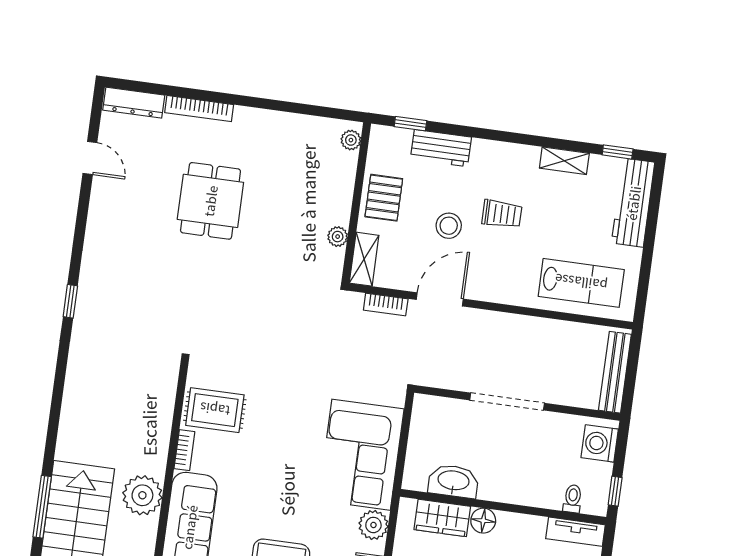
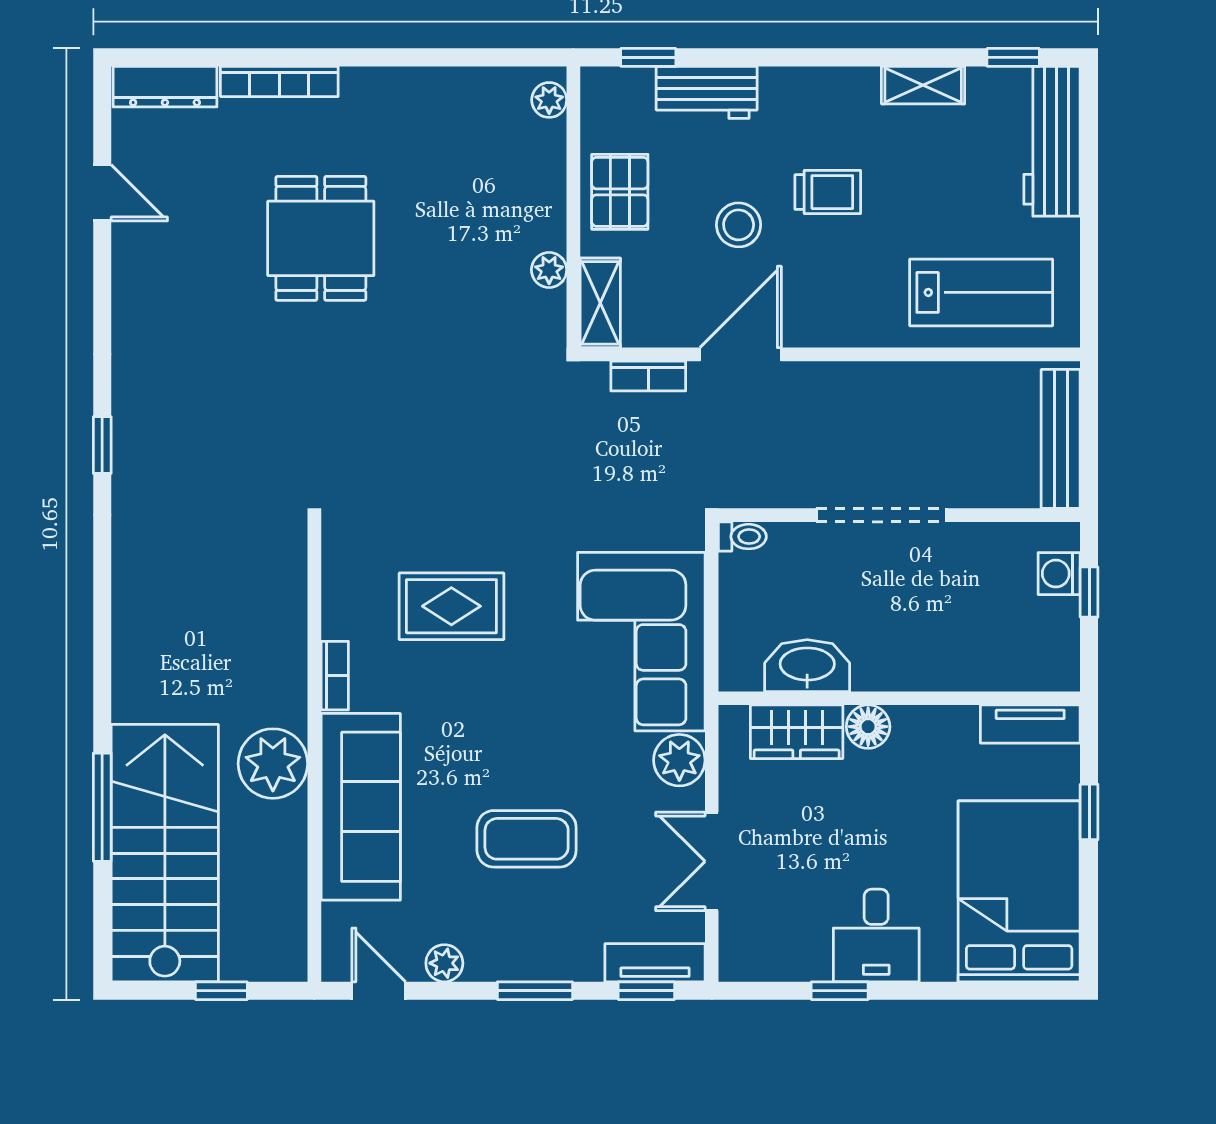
rug: (215, 410) -> (451, 606), moved
washing machine: (600, 443) -> (1059, 574), width x0.73, depth x0.73
window: (615, 491) -> (1089, 592), moved
toilet: (573, 499) -> (742, 537), moved, turned 90

